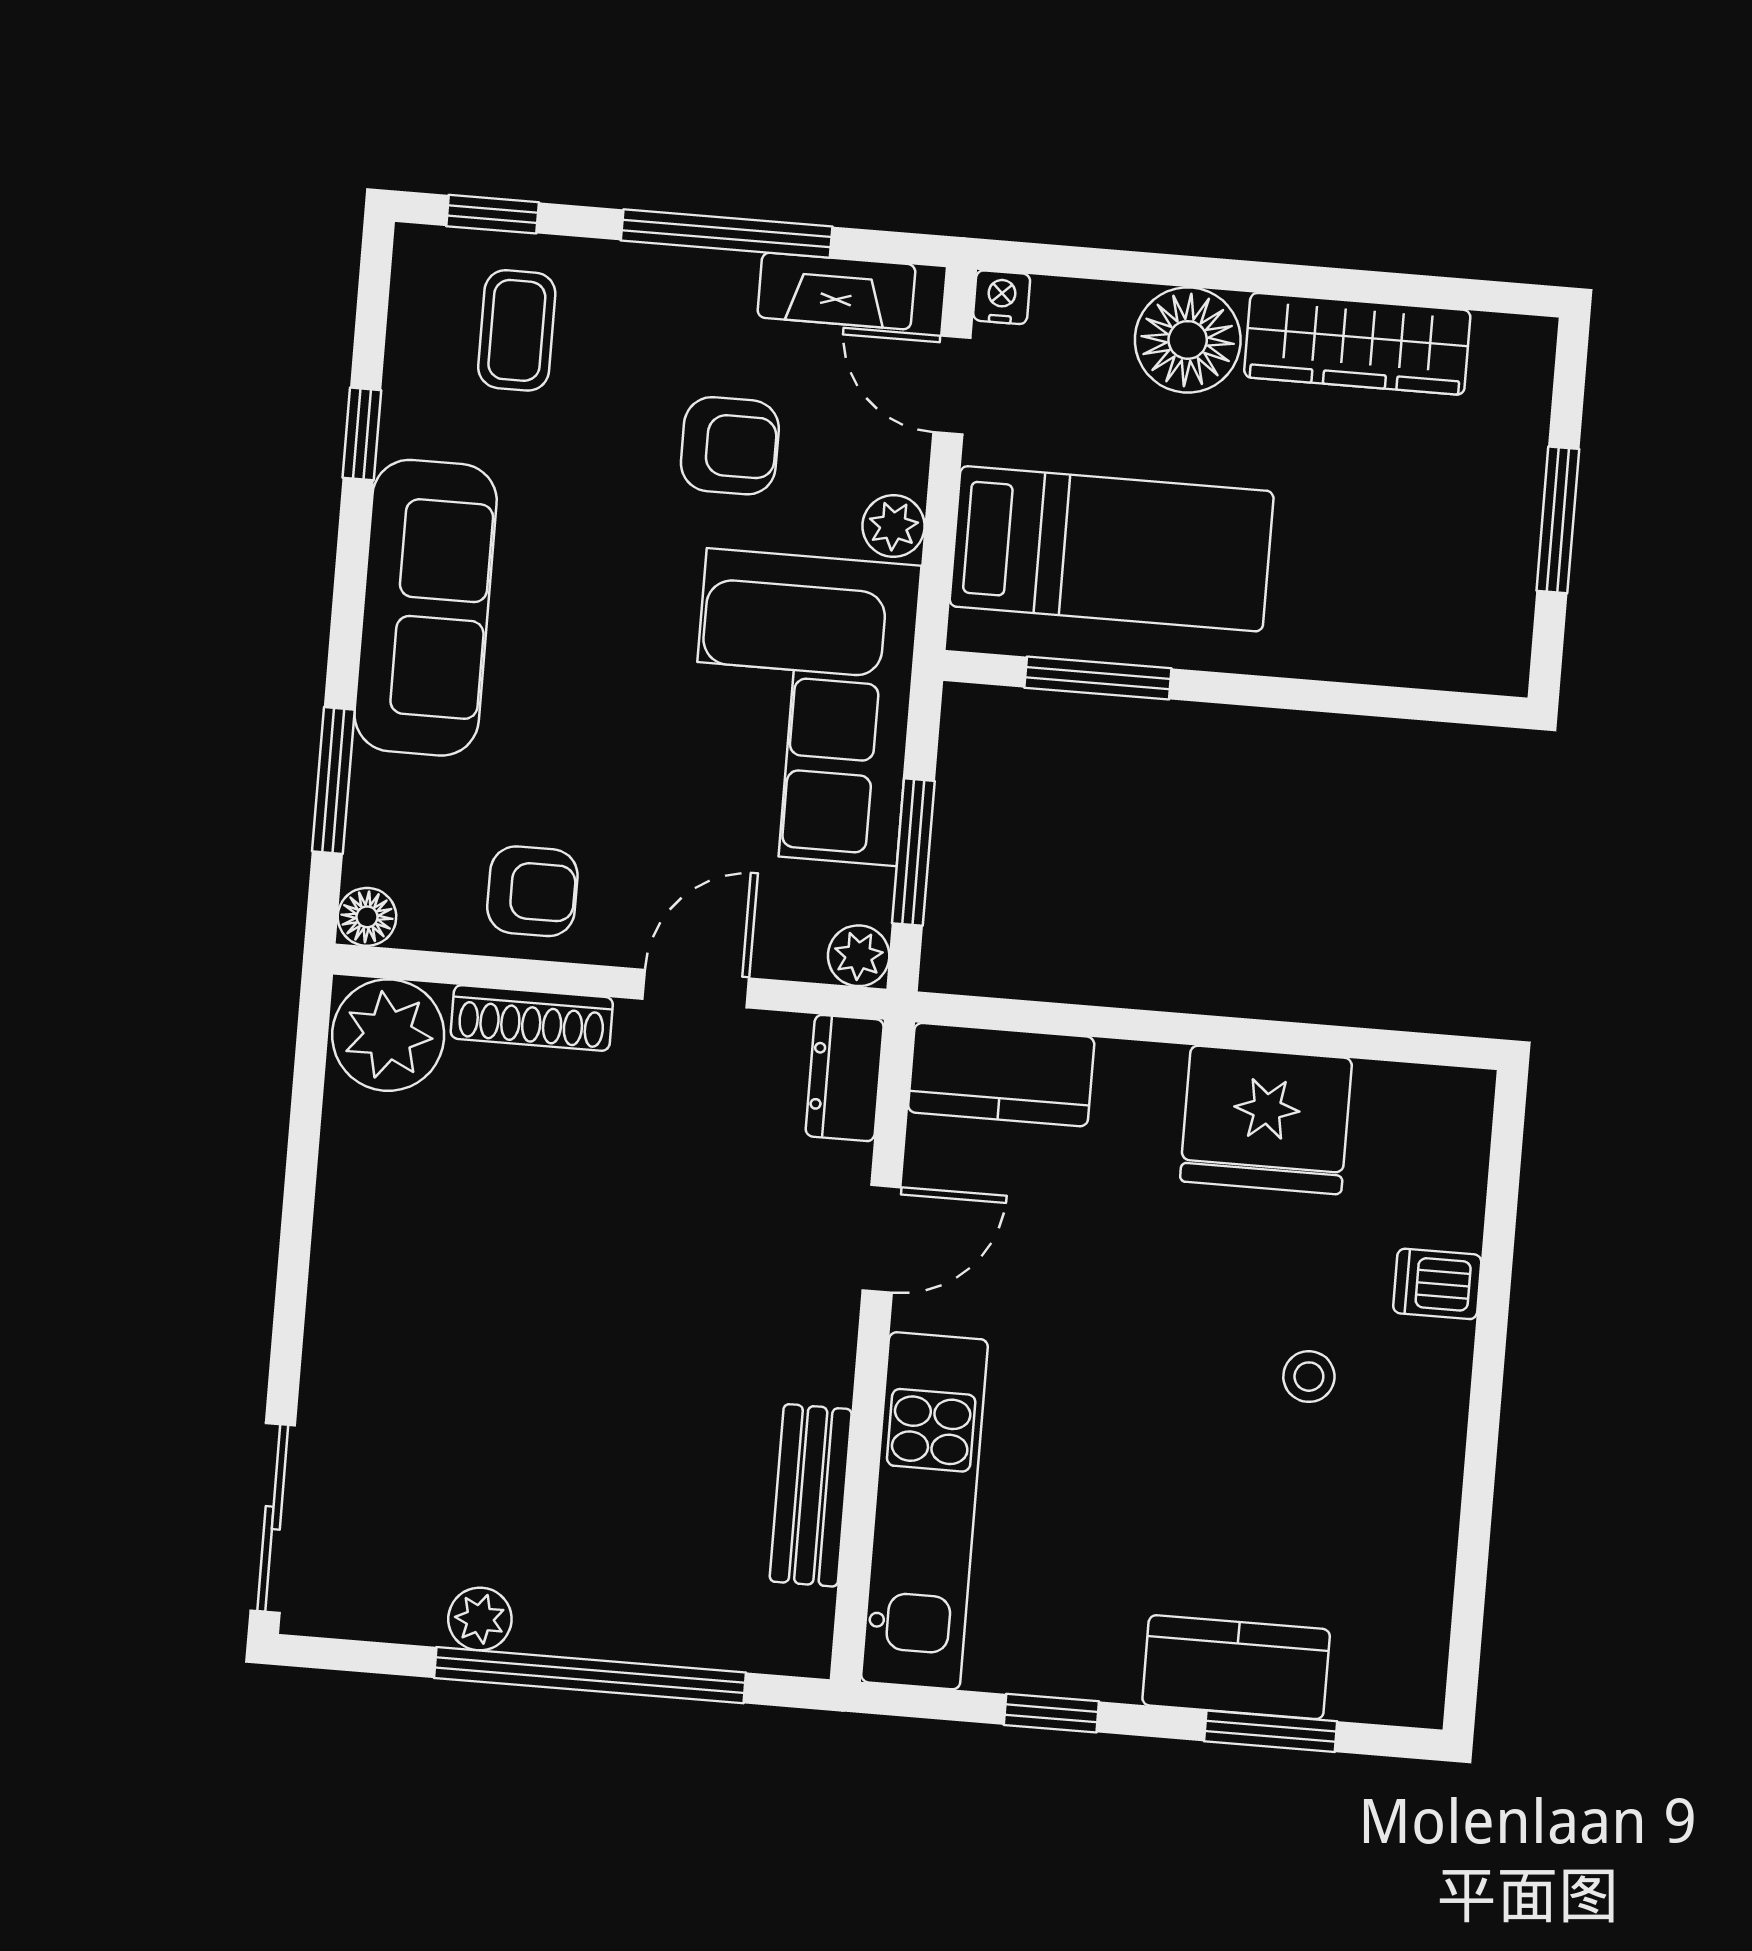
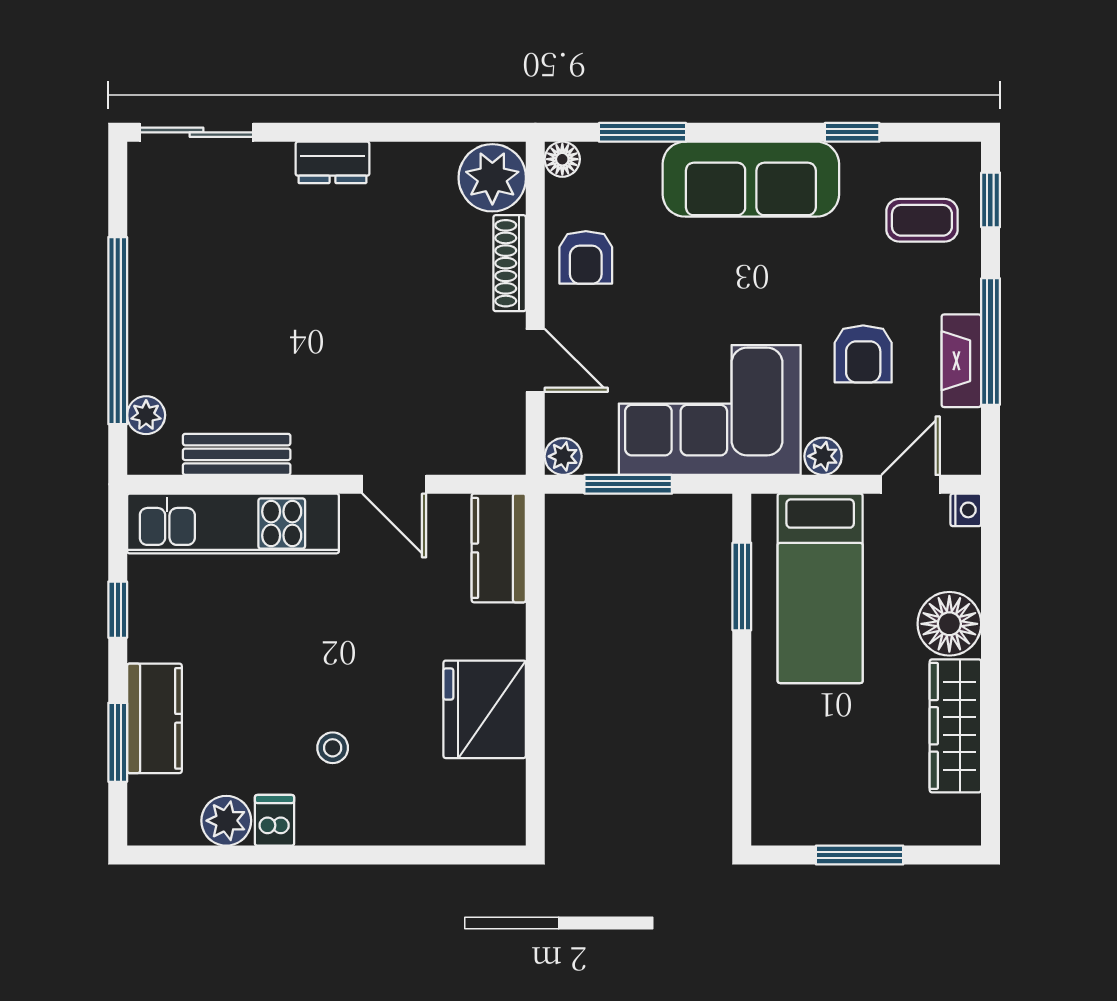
fireplace: (836, 291) -> (961, 361), moved
dresser: (845, 1078) -> (332, 162), moved, turned 180
dishwasher: (1437, 1284) -> (275, 820), moved
plant: (1415, 1562) -> (226, 821), added
plant: (480, 1619) -> (146, 415), moved

